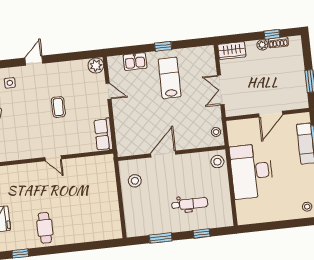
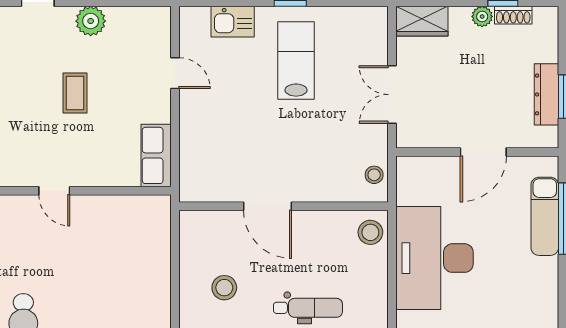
plant: (96, 66) -> (91, 21), moved
dresser: (300, 81) -> (546, 94), added
door: (163, 154) -> (267, 206), swing flipped
stool: (135, 181) -> (224, 288), moved

